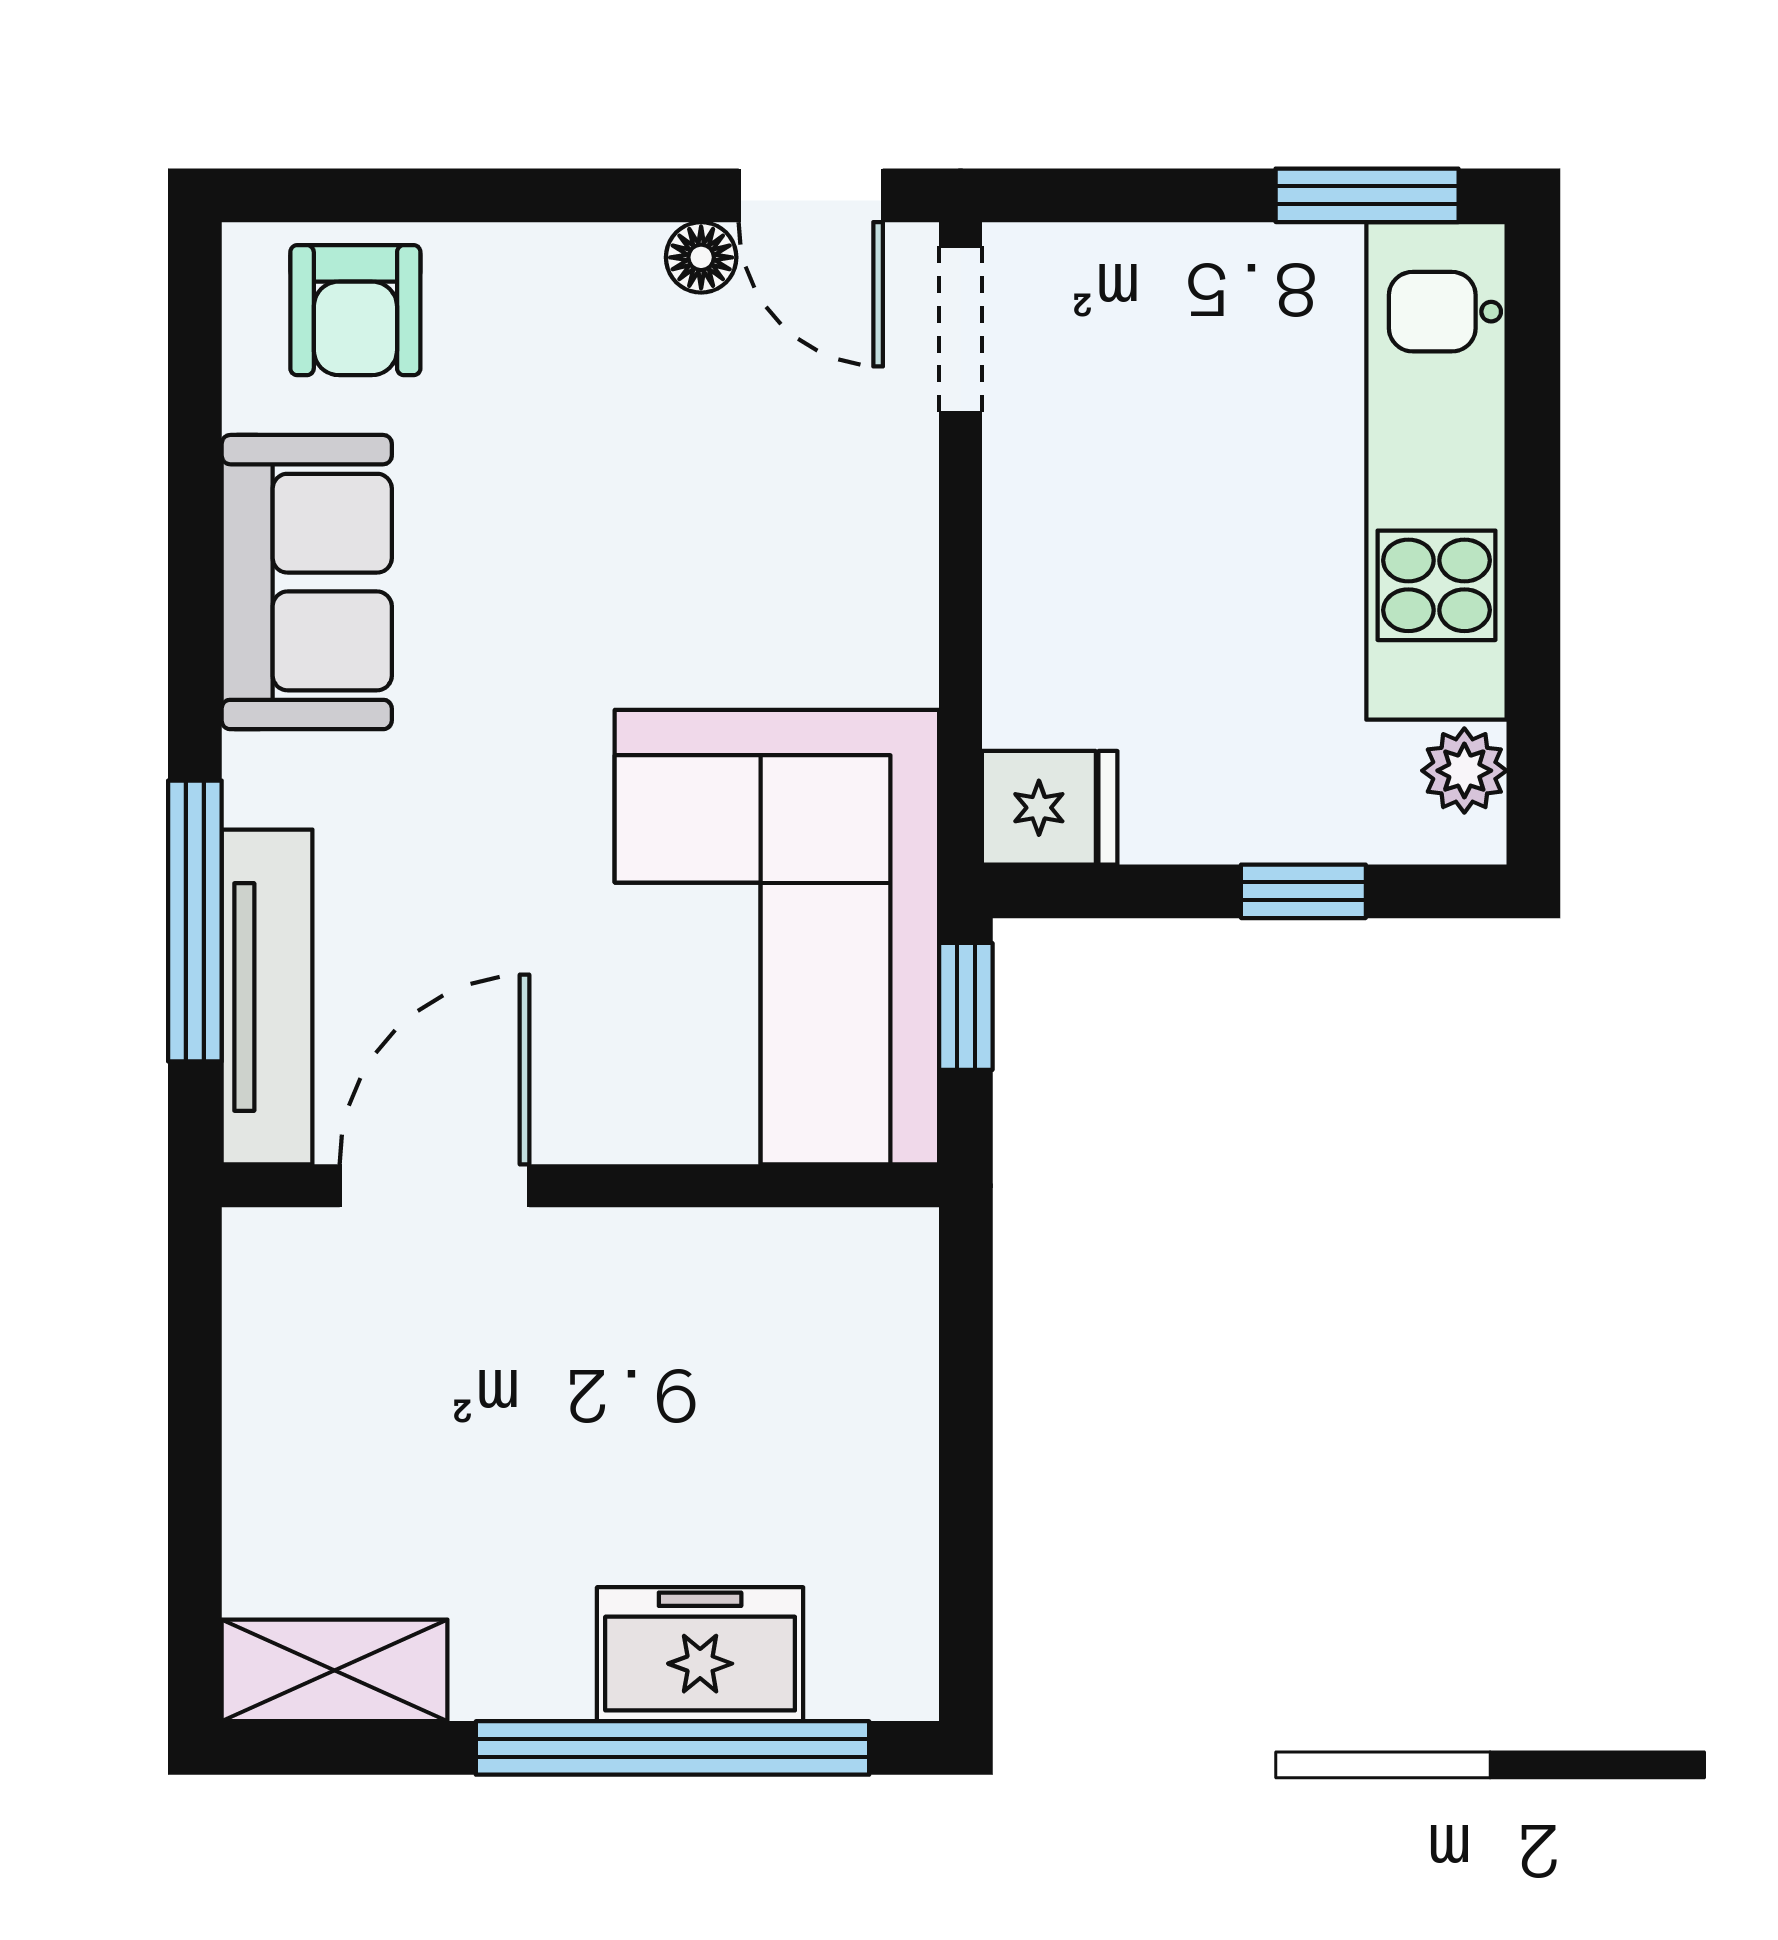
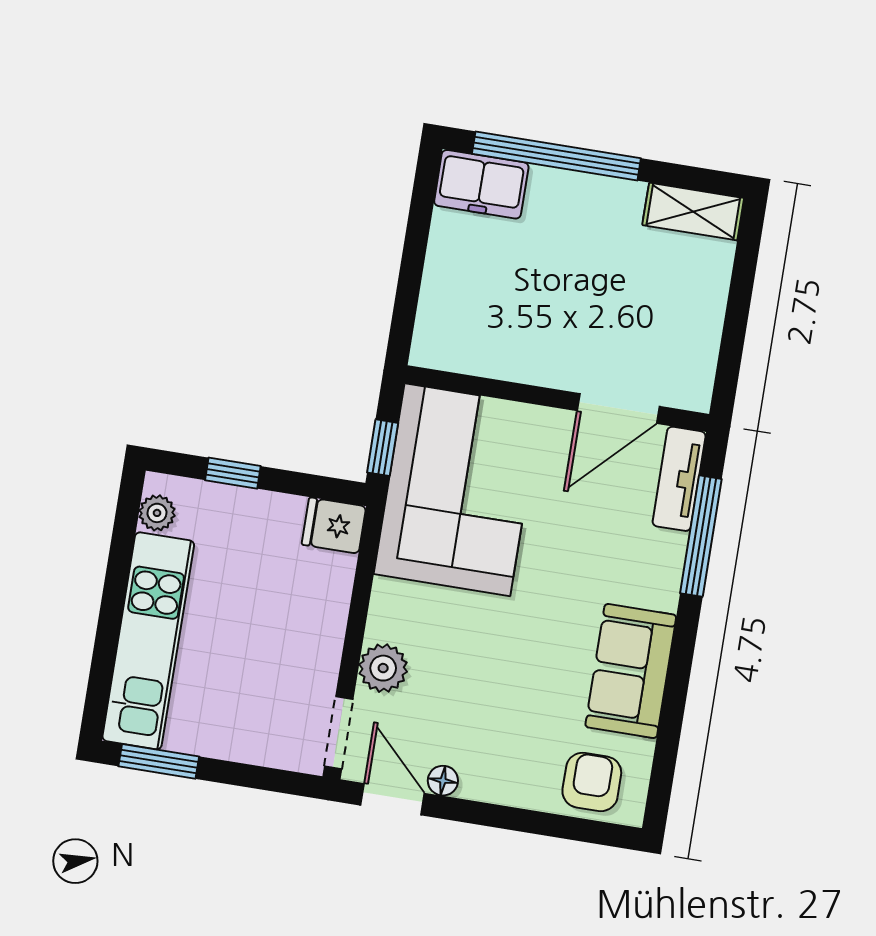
plant: (882, 496) -> (383, 668), added
tv unit: (267, 997) -> (679, 479), width x0.71
freezer: (700, 1654) -> (481, 184), moved

